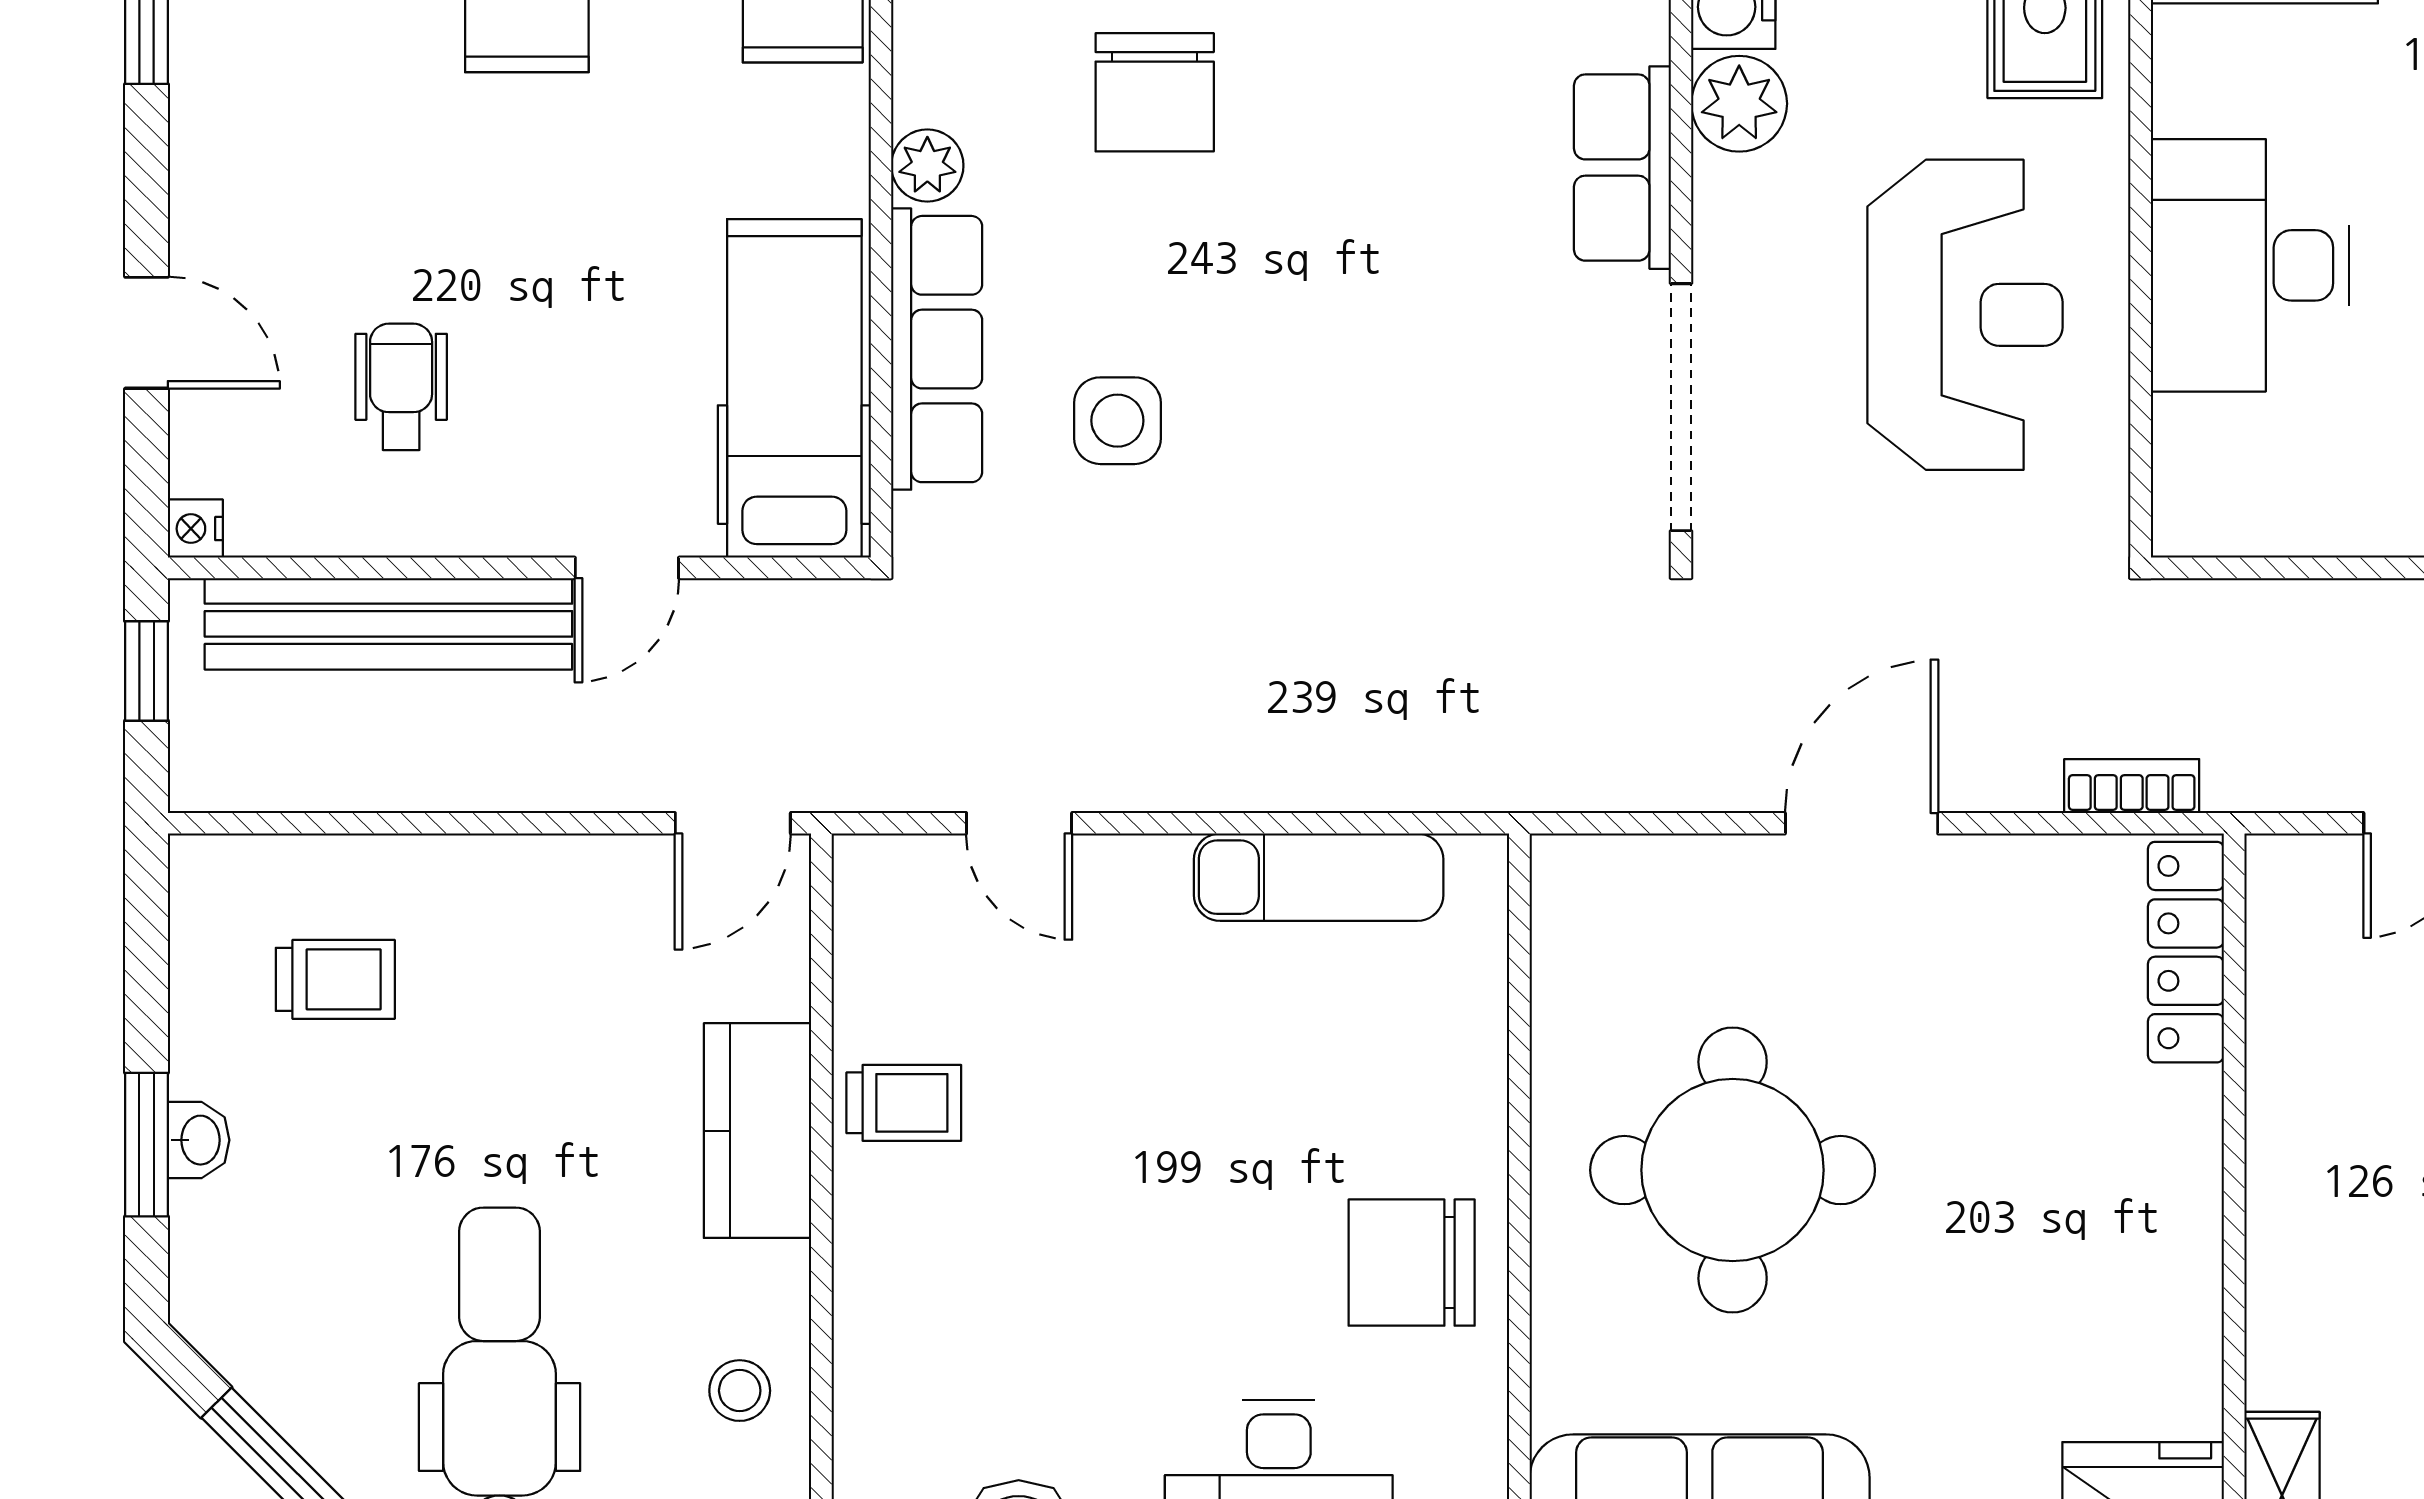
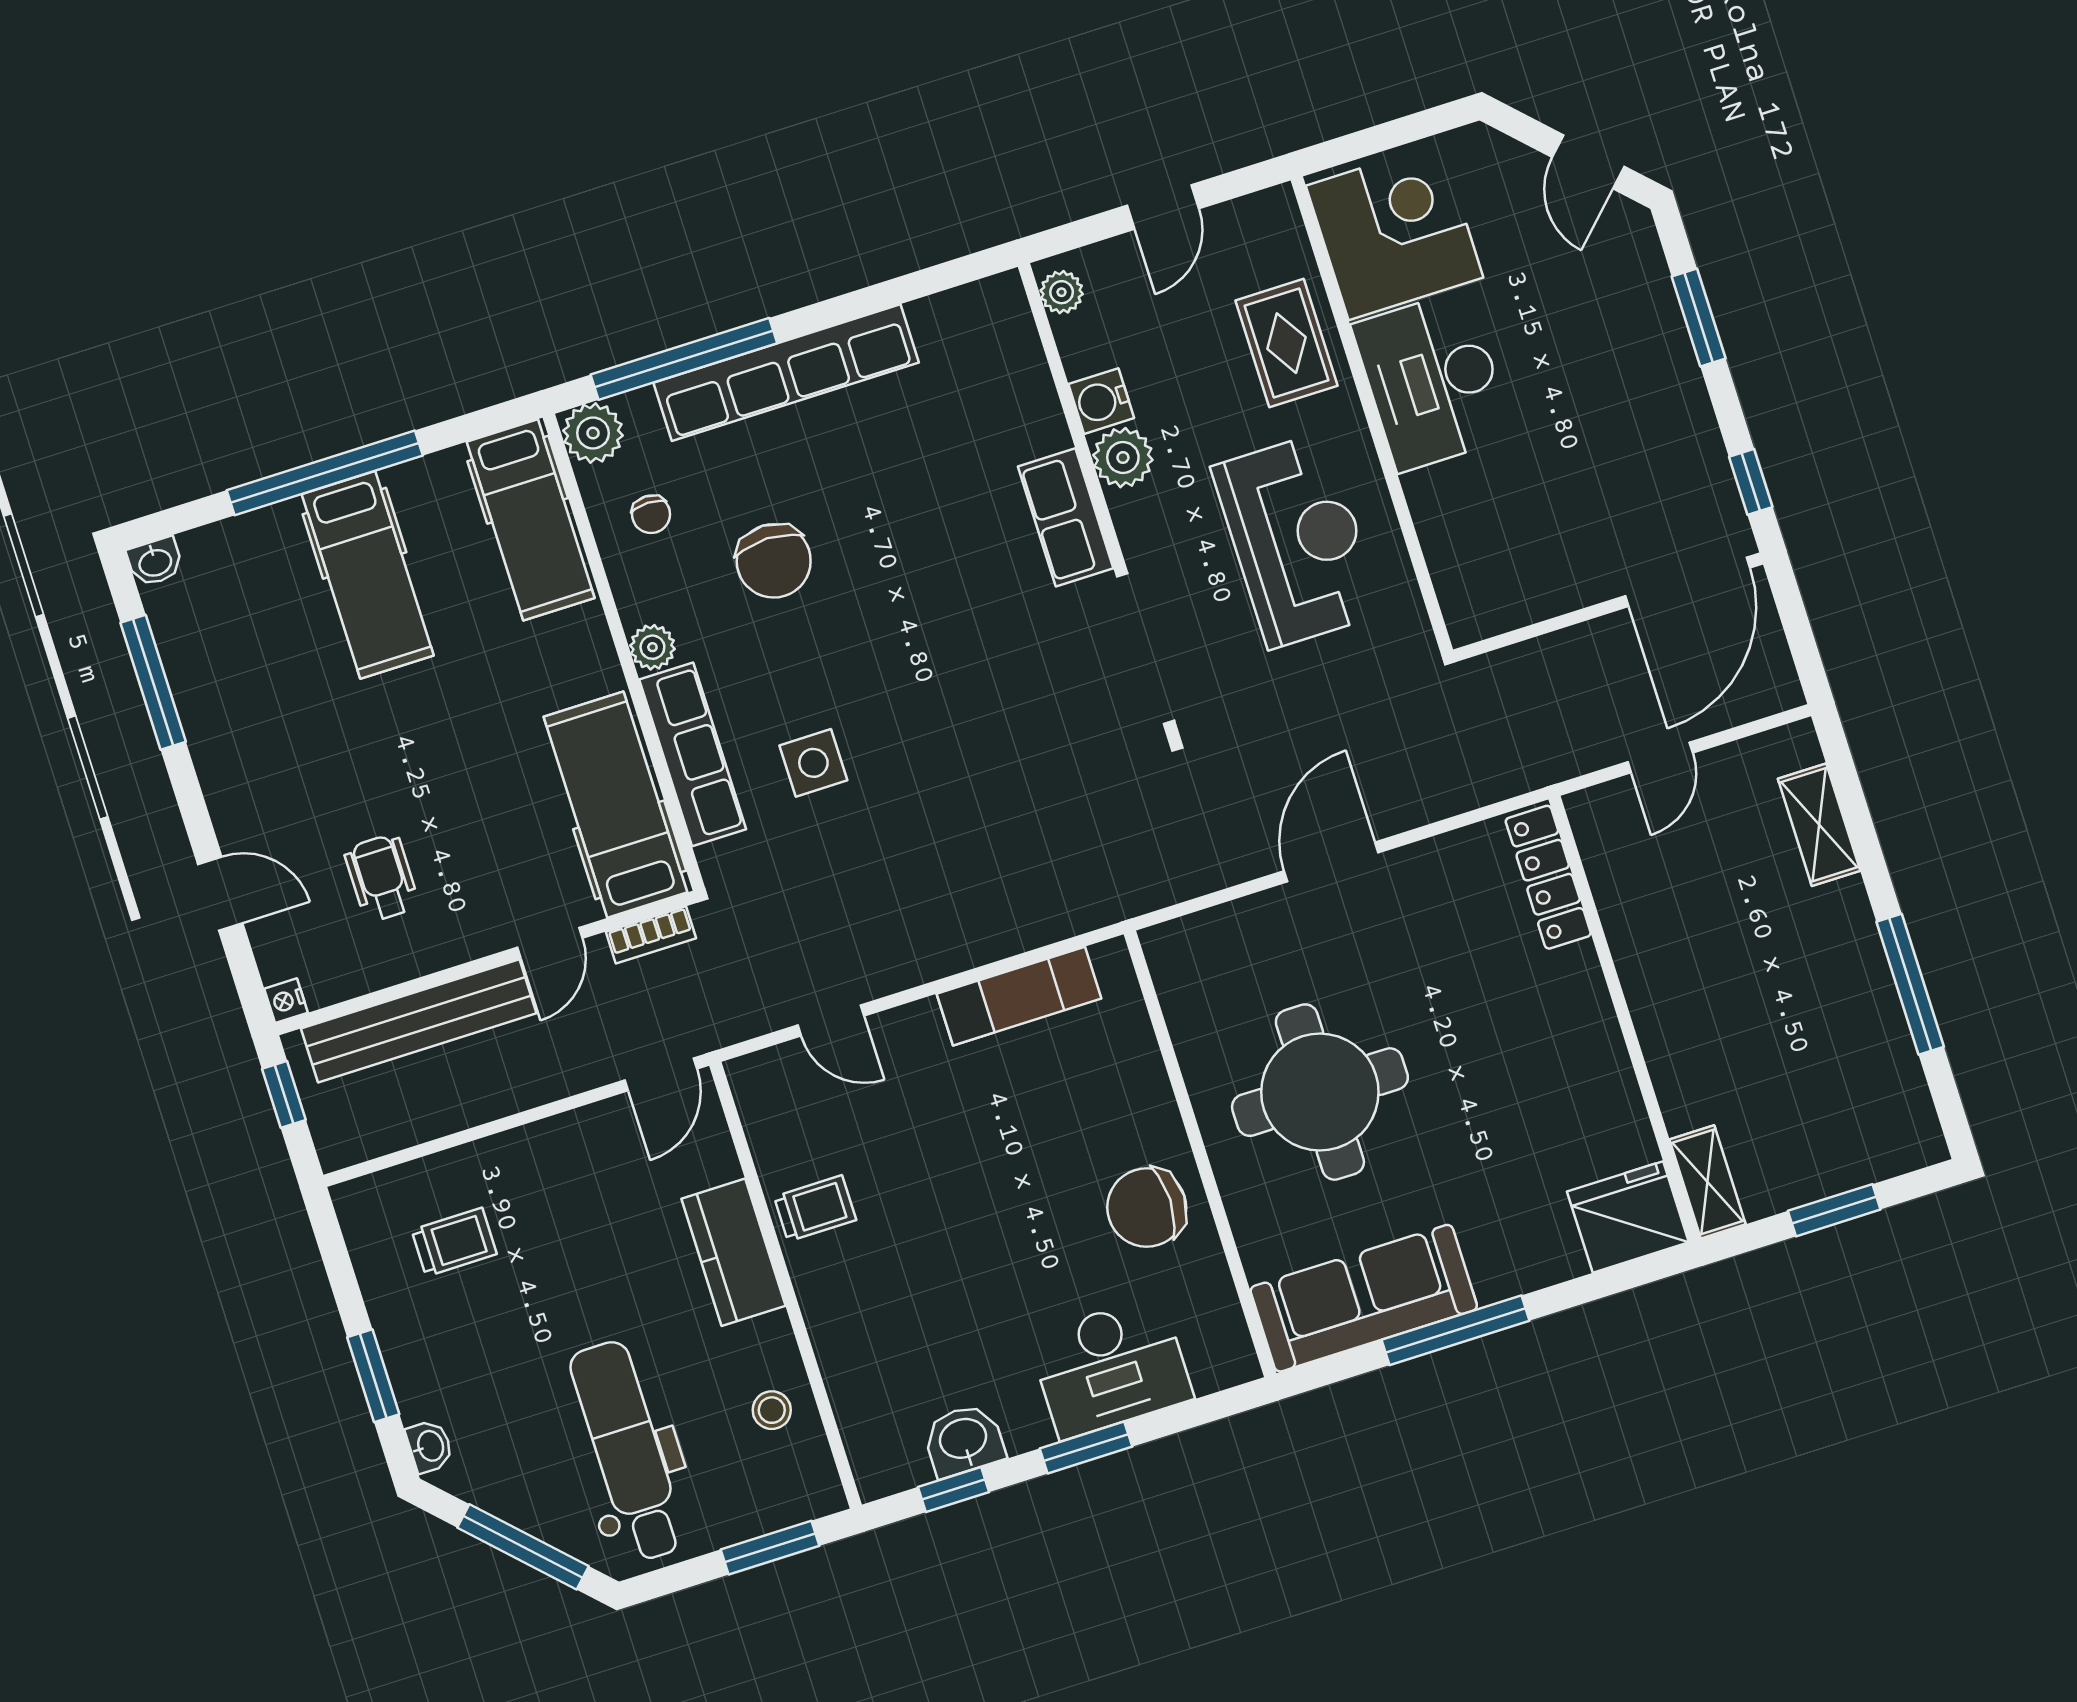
desk: (2250, 265) -> (1432, 381), moved
bookcase: (2132, 786) -> (651, 935), moved, turned 180
washbasin: (199, 1140) -> (430, 1446), moved

